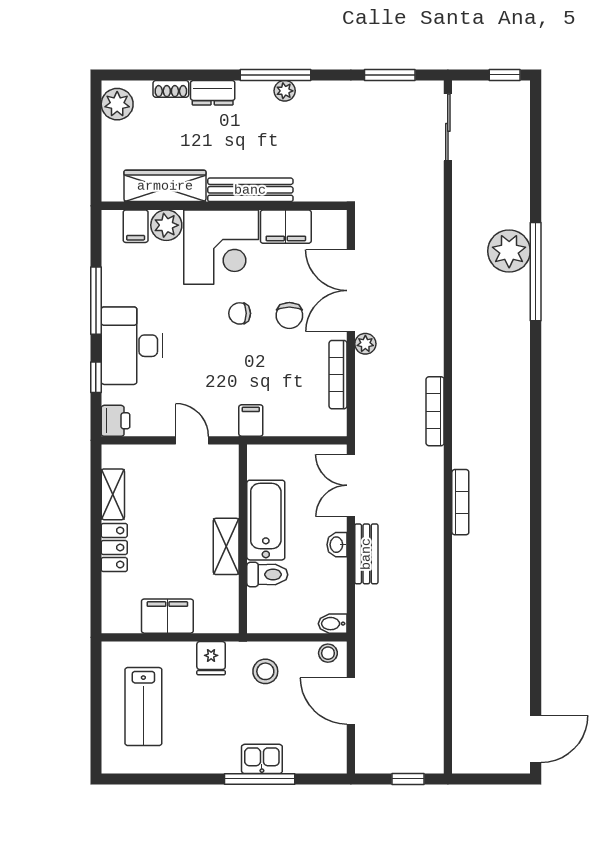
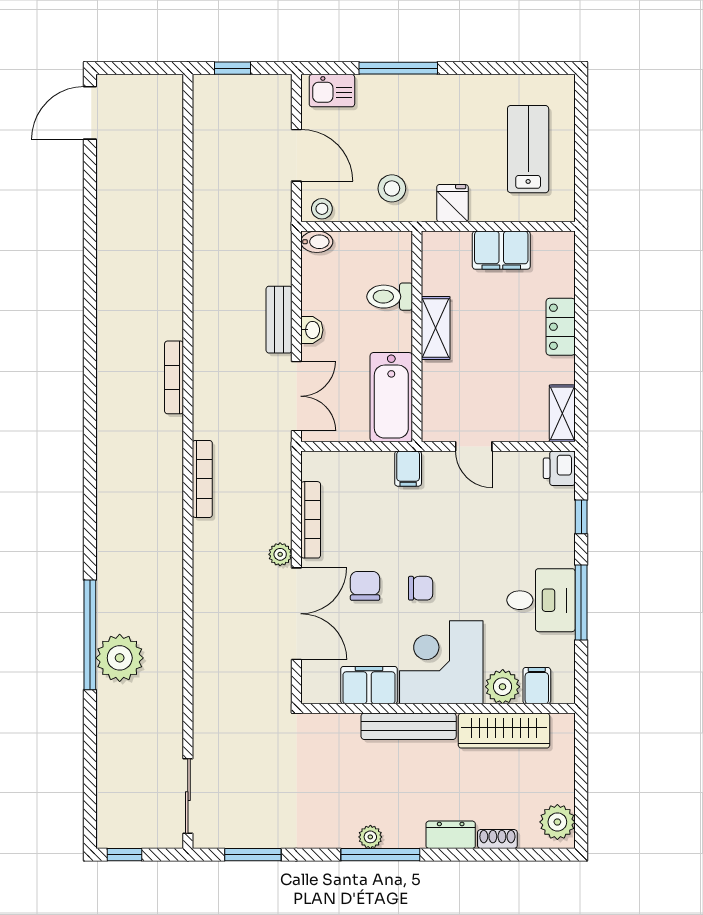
desk: (132, 346) -> (541, 600), moved, width x0.73
shelving: (113, 494) -> (562, 413), moved
bathtub: (266, 520) -> (391, 397), moved
kitchen sink: (262, 759) -> (332, 91), moved

